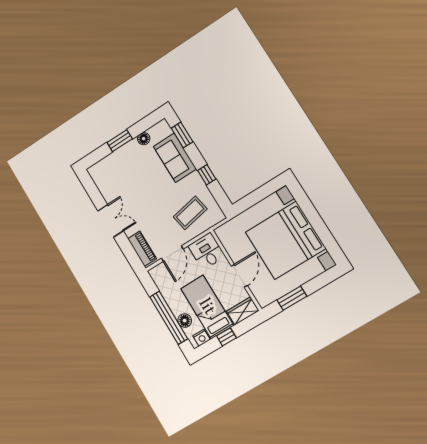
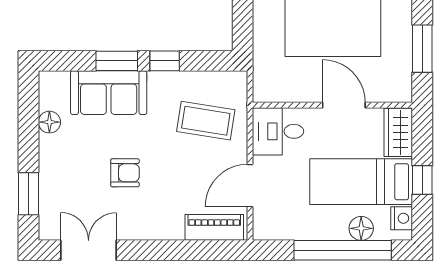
window: (182, 135) -> (117, 61), moved
window: (120, 141) -> (29, 194), moved
armchair: (142, 190) -> (125, 173), added
coffee table: (190, 213) -> (206, 121), turned -70
double door: (111, 221) -> (89, 250), moved
door: (172, 254) -> (250, 186), swing flipped

